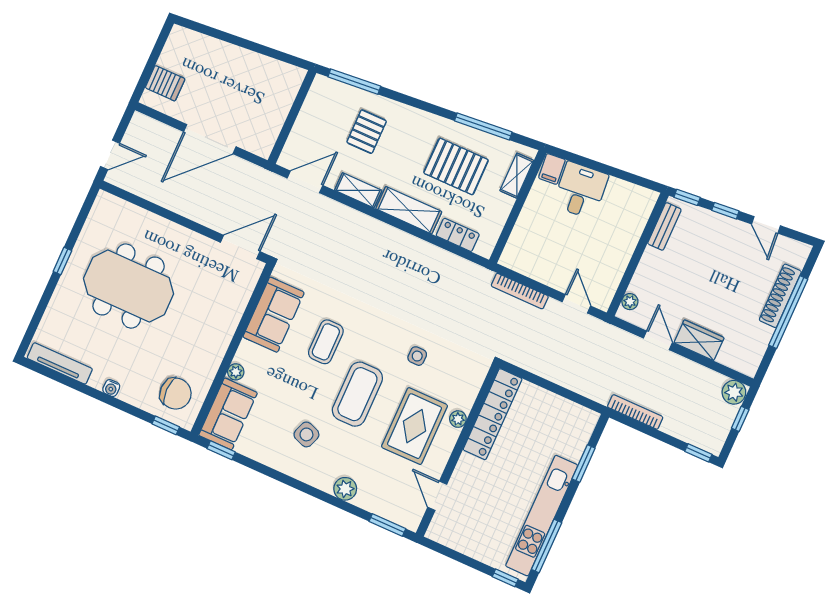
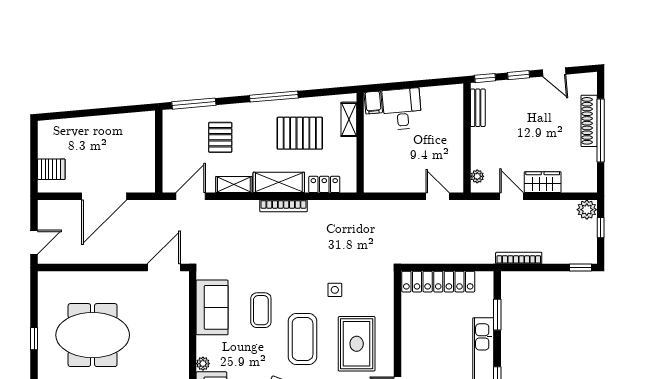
window: (483, 126) -> (274, 97), moved
bookcase: (520, 291) -> (283, 206), moved
locker: (493, 414) -> (438, 282), moved, turned 90
plant: (458, 419) -> (387, 324), removed

